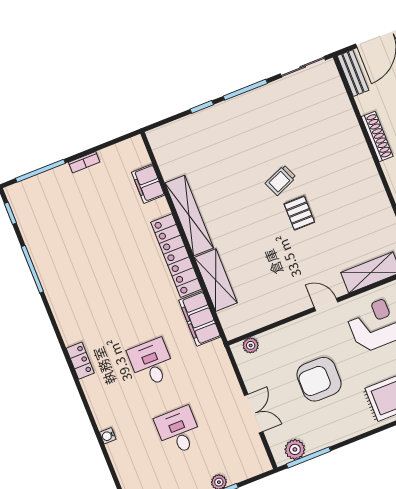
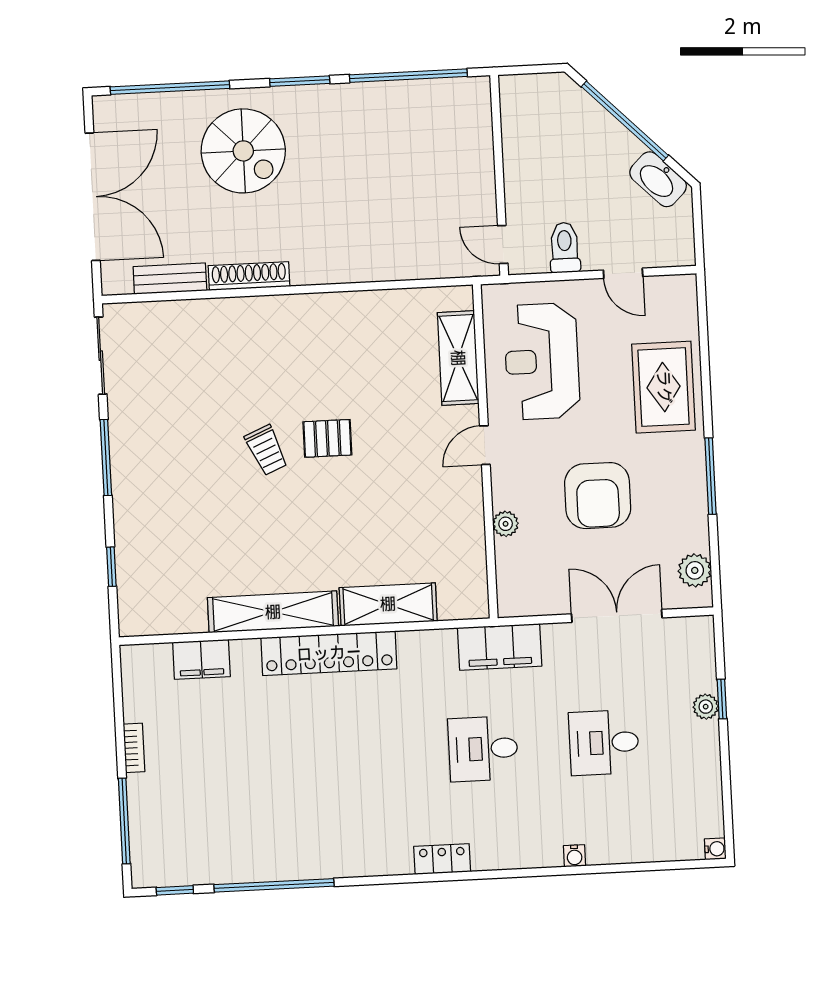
bench: (353, 73) -> (170, 279), moved
window: (202, 107) -> (111, 567), moved
window: (32, 269) -> (274, 885), width x1.46
filing cabinet: (200, 319) -> (500, 647), moved
plant: (251, 345) -> (506, 524), moved
double door: (254, 414) -> (617, 616), width x1.37
window: (308, 457) -> (711, 476), moved

